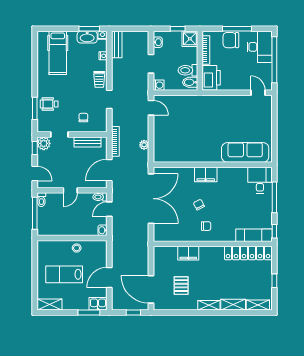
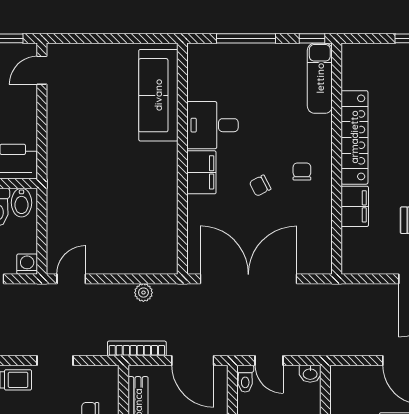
desk: (260, 180) -> (213, 125), moved
locker: (248, 253) -> (354, 137), moved

